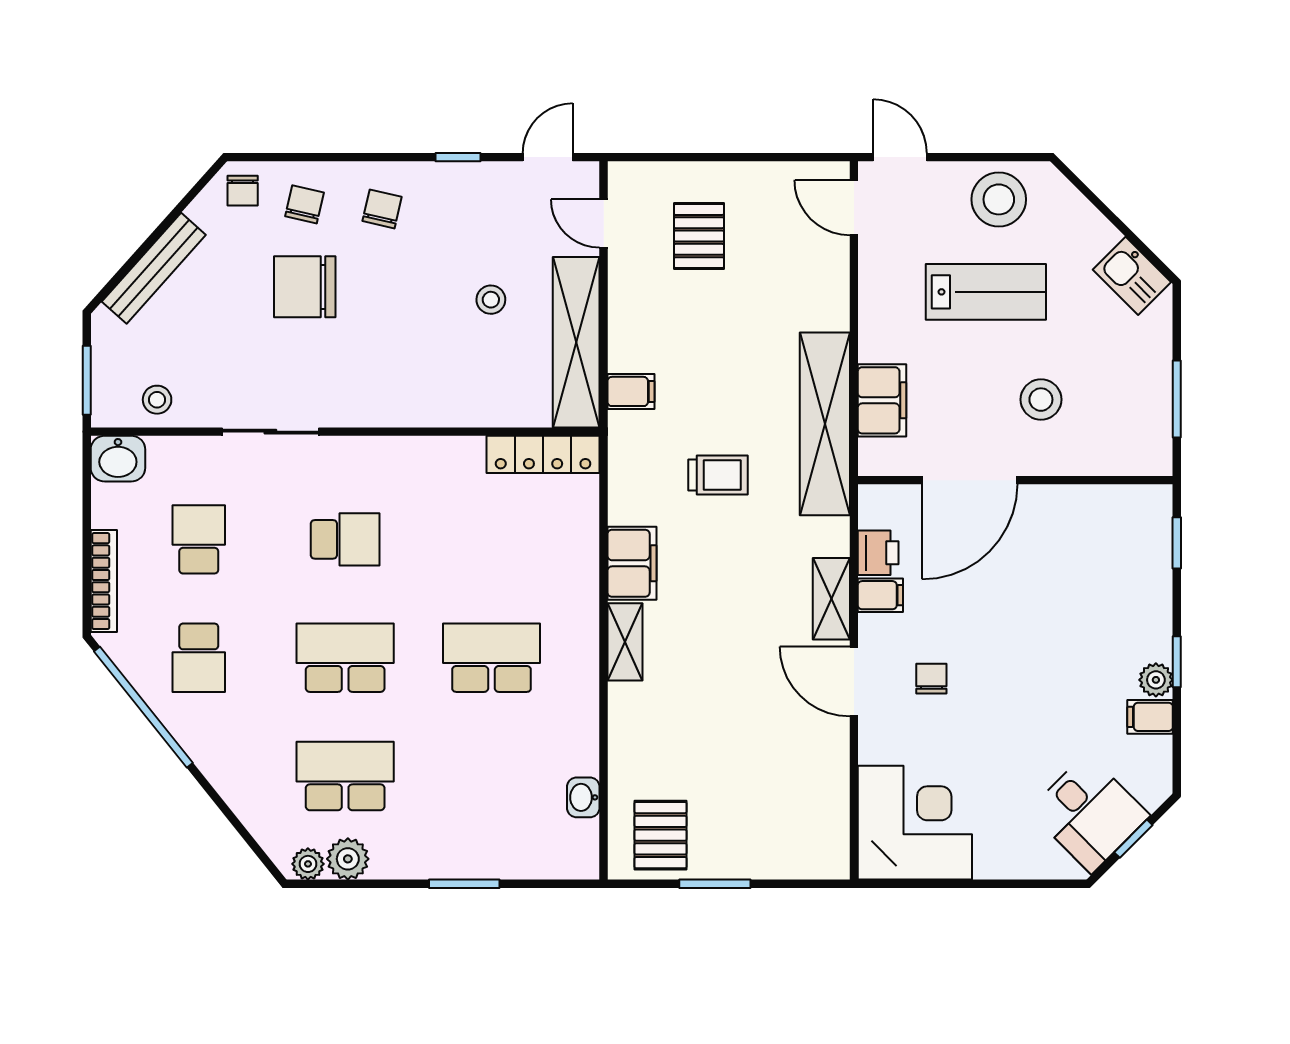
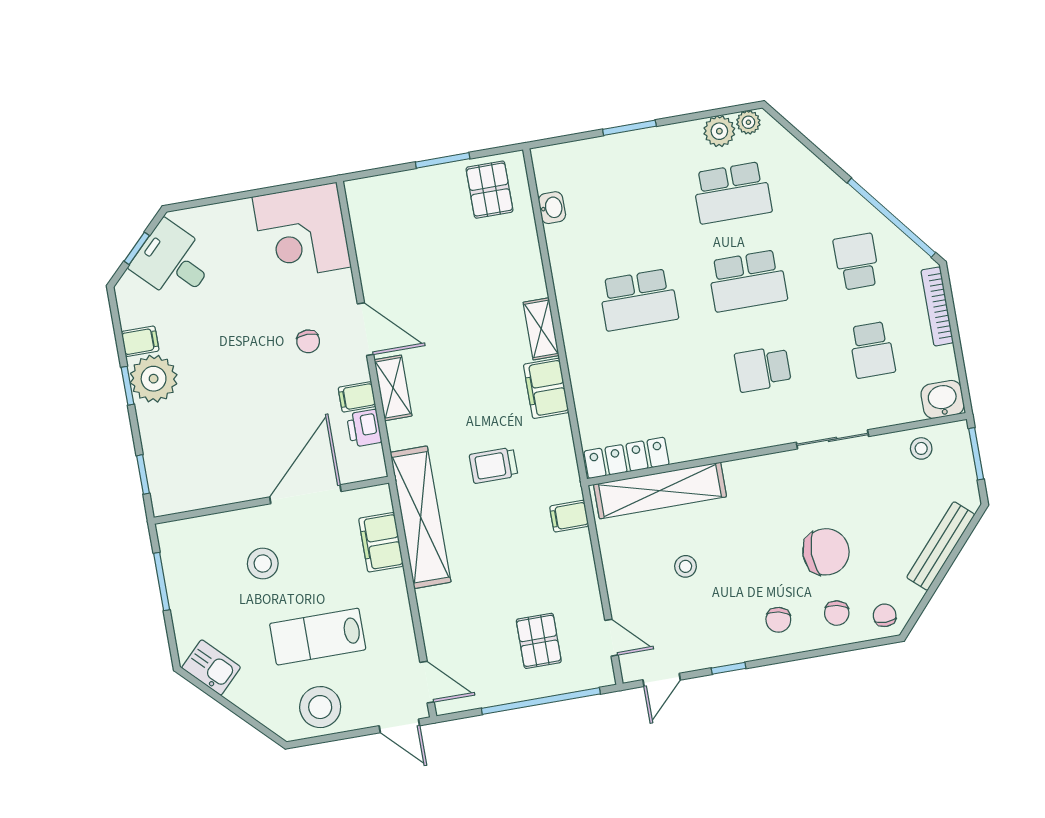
window: (710, 157) -> (541, 701), added
shelving: (576, 342) -> (660, 491), moved, turned 90
plant: (1156, 680) -> (154, 379), width x1.87, depth x1.87

